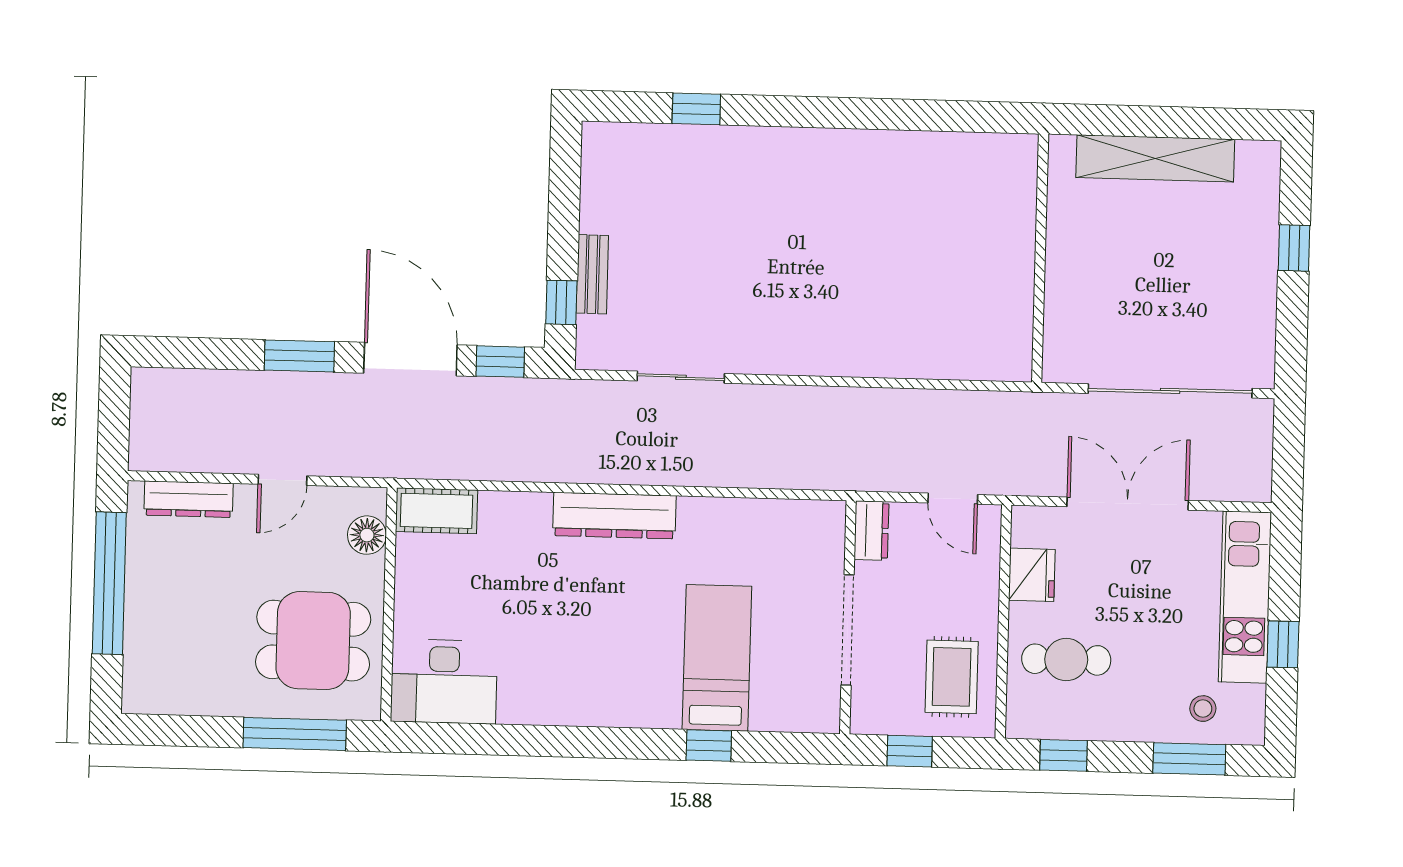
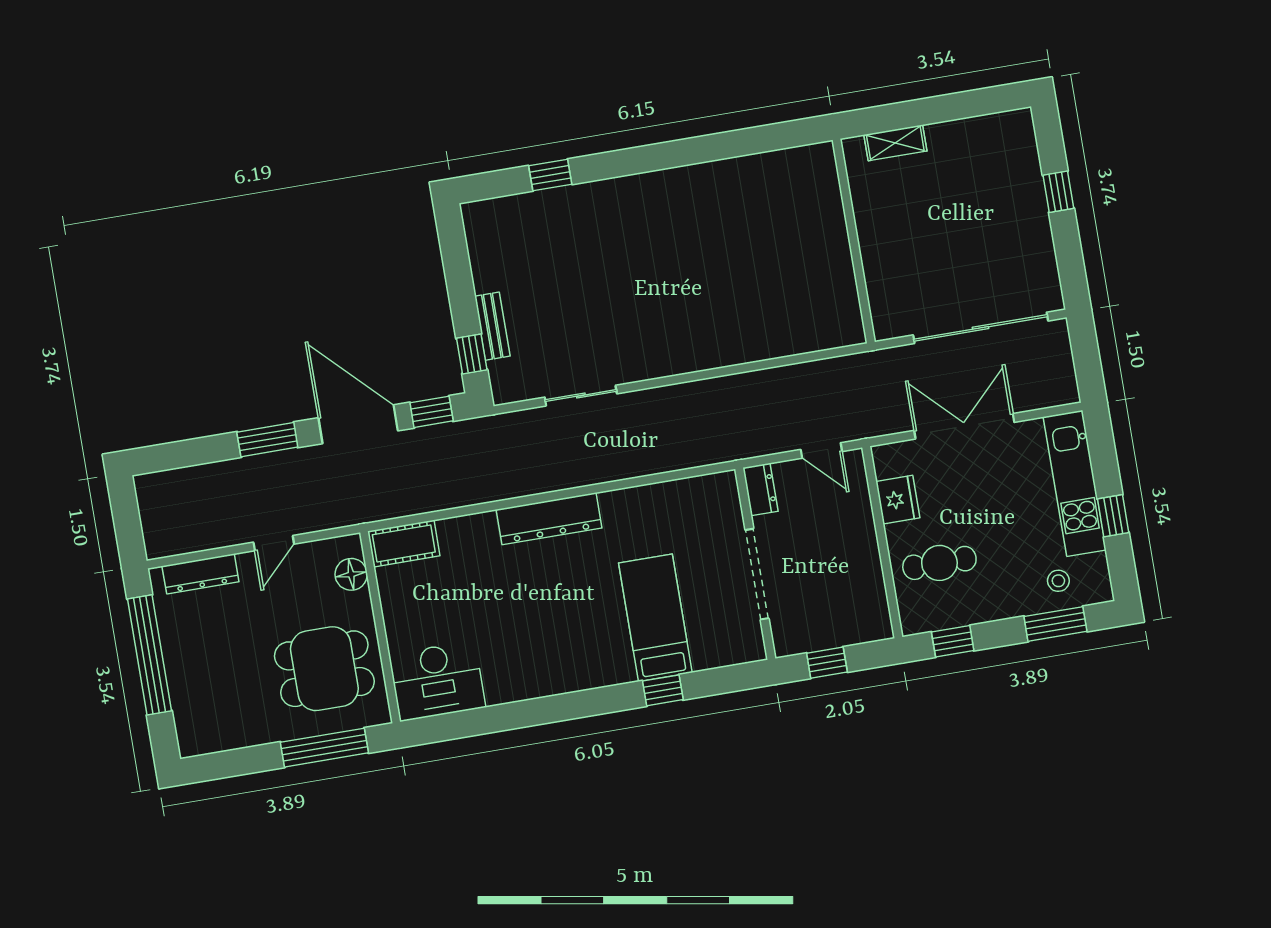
shelving: (1155, 158) -> (895, 143), width x0.45, depth x0.75
rug: (952, 677) -> (849, 596), removed

